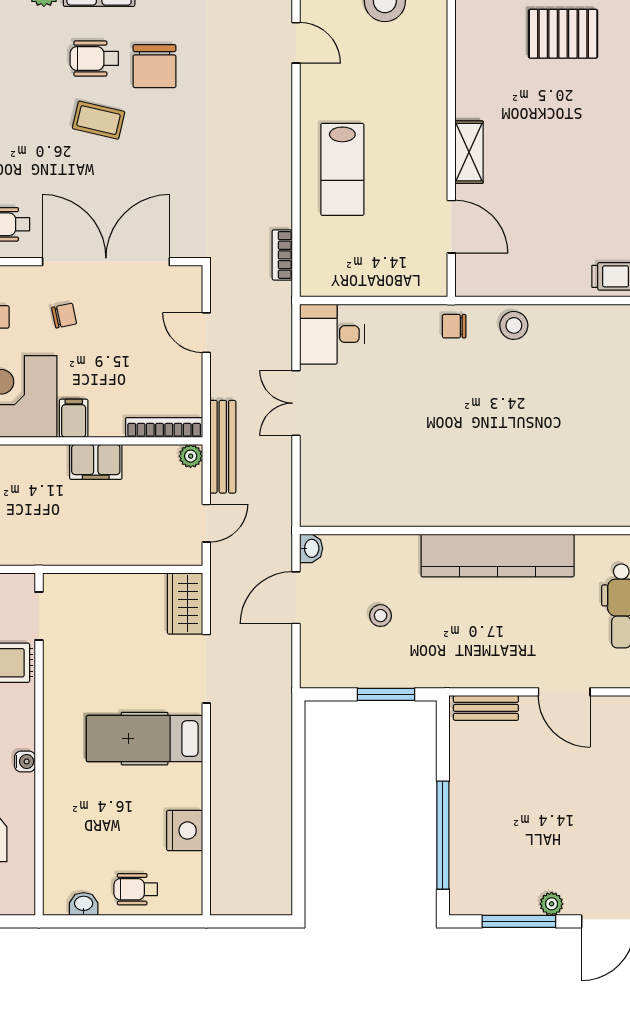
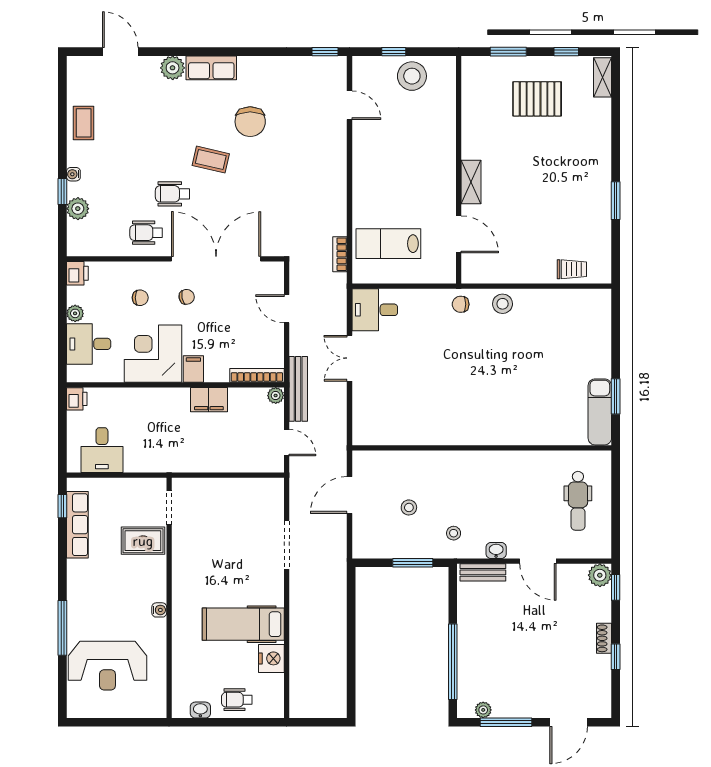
wheelchair: (94, 58) -> (172, 194), moved
lab bench: (342, 169) -> (388, 244), moved, turned 90
door: (206, 523) -> (287, 443), hinge flipped
washbasin: (311, 548) -> (496, 551), moved, turned -90
kitchen counter: (498, 556) -> (491, 465), removed
wardrobe: (185, 603) -> (272, 499), removed
stool: (444, 652) -> (454, 533), added
hospital bed: (145, 739) -> (243, 624), moved
plant: (552, 904) -> (483, 710), moved

